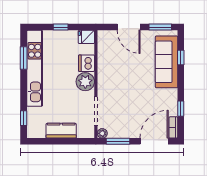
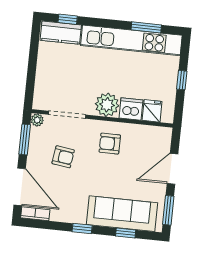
fridge: (86, 37) -> (152, 111), moved
armchair: (114, 77) -> (110, 144), added
window: (181, 109) -> (82, 228), moved
armchair: (128, 111) -> (63, 157), added
kitchen counter: (61, 131) -> (61, 33), moved, turned 90

